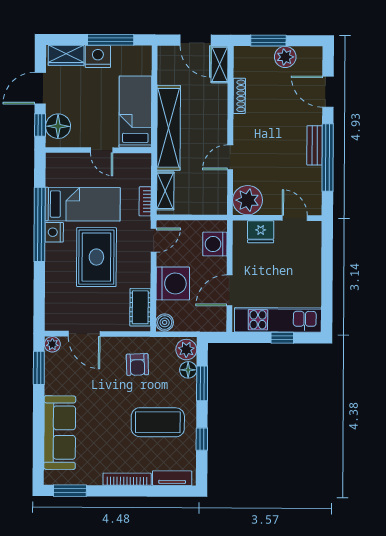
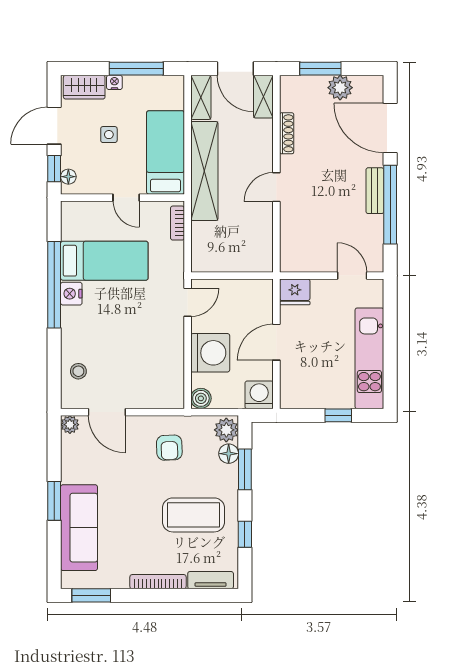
nightstand: (98, 56) -> (114, 82), width x0.53, depth x0.56
door: (328, 92) -> (390, 128), width x1.36
side table: (87, 96) -> (109, 135), added
floor lamp: (58, 126) -> (68, 177), width x0.53, depth x0.53
door: (230, 157) -> (276, 187), moved
shelving: (165, 191) -> (201, 97), moved
plant: (248, 200) -> (297, 255), removed
bookcase: (145, 201) -> (177, 223), moved
fridge: (261, 232) -> (295, 292), moved
washing machine: (215, 244) -> (259, 395), moved, turned 90
rug: (96, 257) -> (121, 322), removed
door: (229, 290) -> (276, 342), moved
stool: (60, 299) -> (78, 371), added
cot: (140, 307) -> (172, 381), removed
kitchen unit: (278, 320) -> (369, 358), moved, turned -90
window: (39, 368) -> (54, 501), moved

